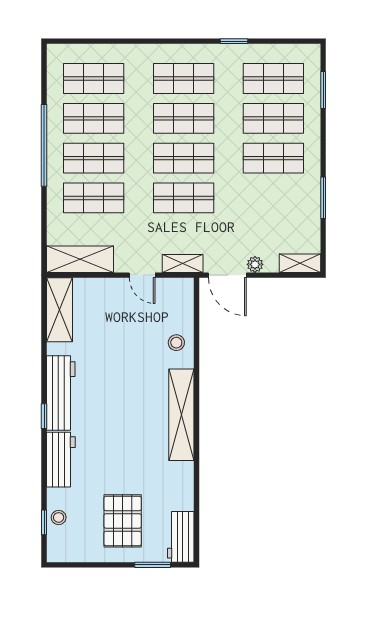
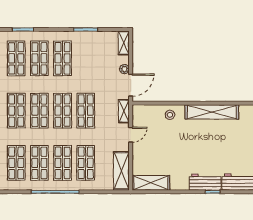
workbench: (61, 393) -> (205, 182), width x0.73

